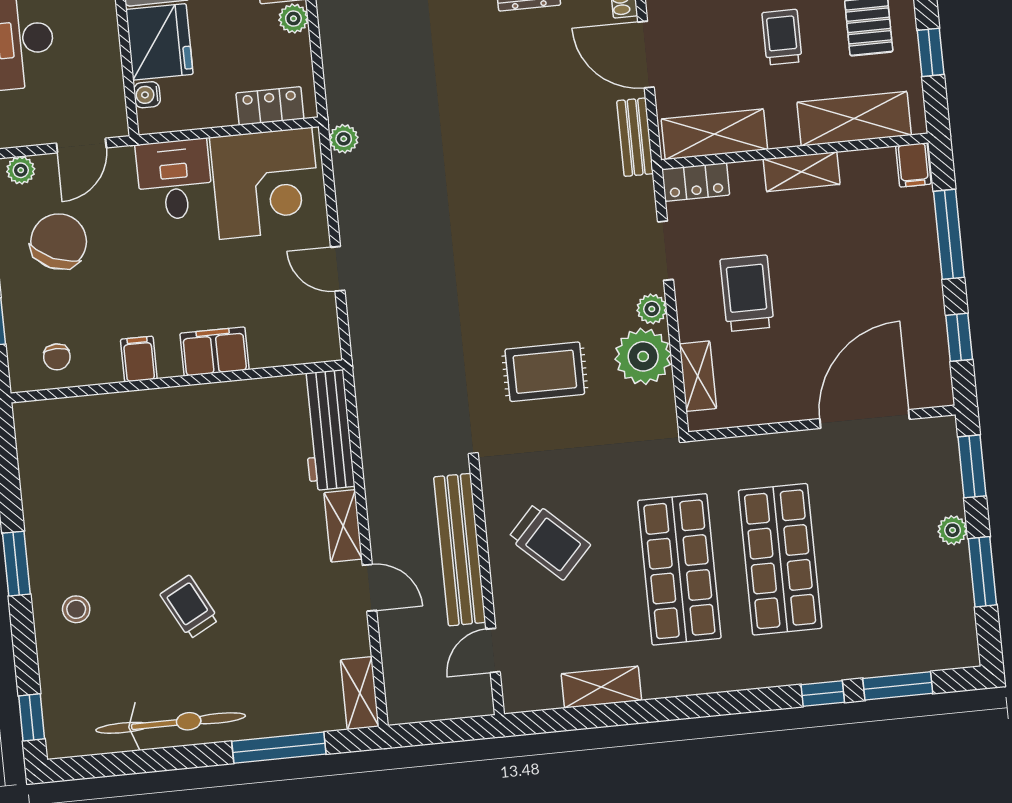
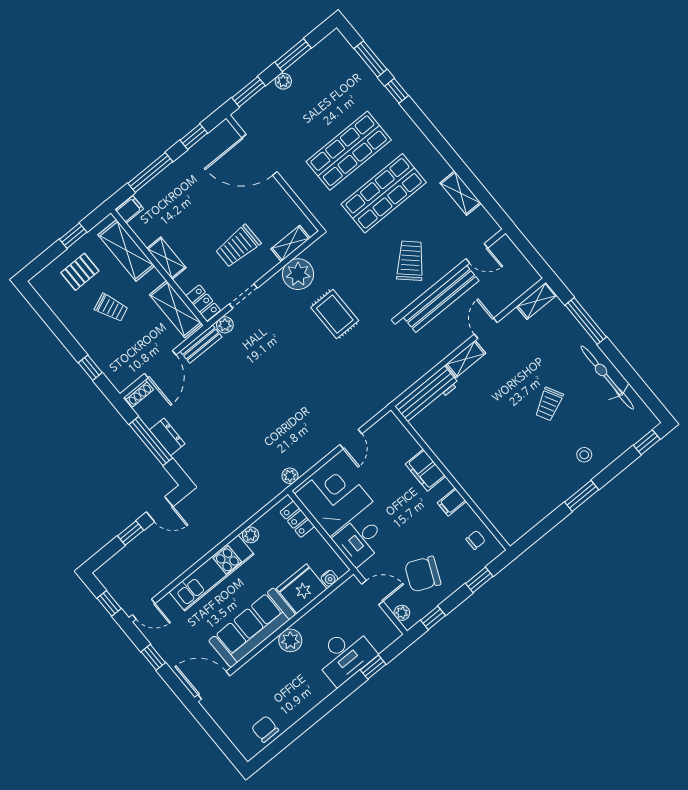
trolley: (782, 37) -> (111, 308), turned -113
plant: (652, 309) -> (225, 325), moved

